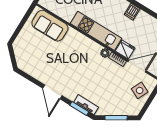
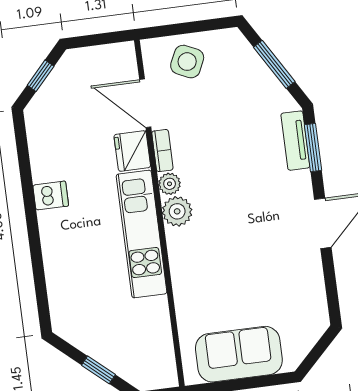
sofa: (50, 26) -> (239, 354), moved, turned -90
plant: (94, 48) -> (177, 211), added

